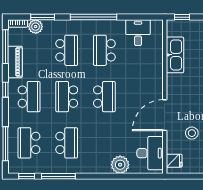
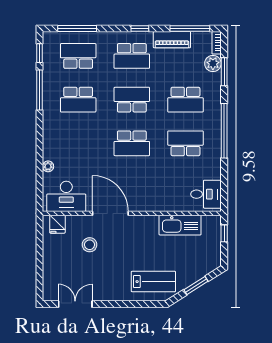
desk: (138, 33) -> (206, 194), moved
plant: (120, 165) -> (48, 166), width x0.53, depth x0.53

